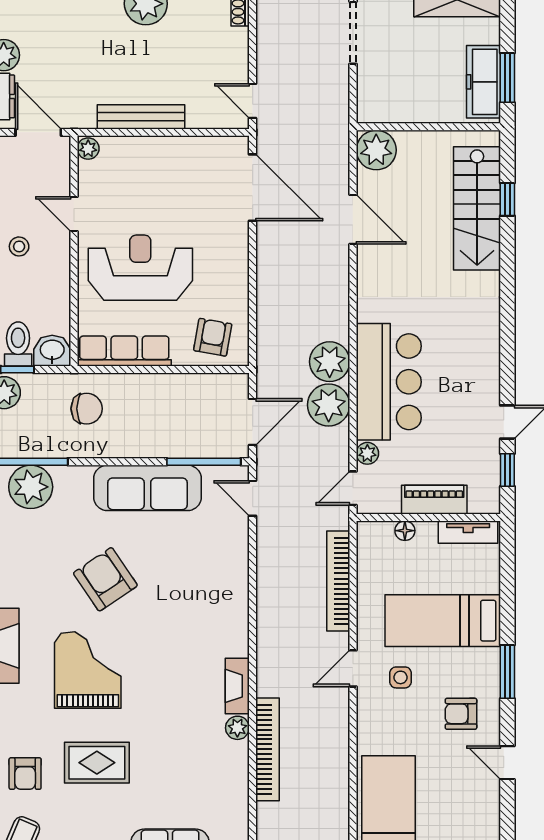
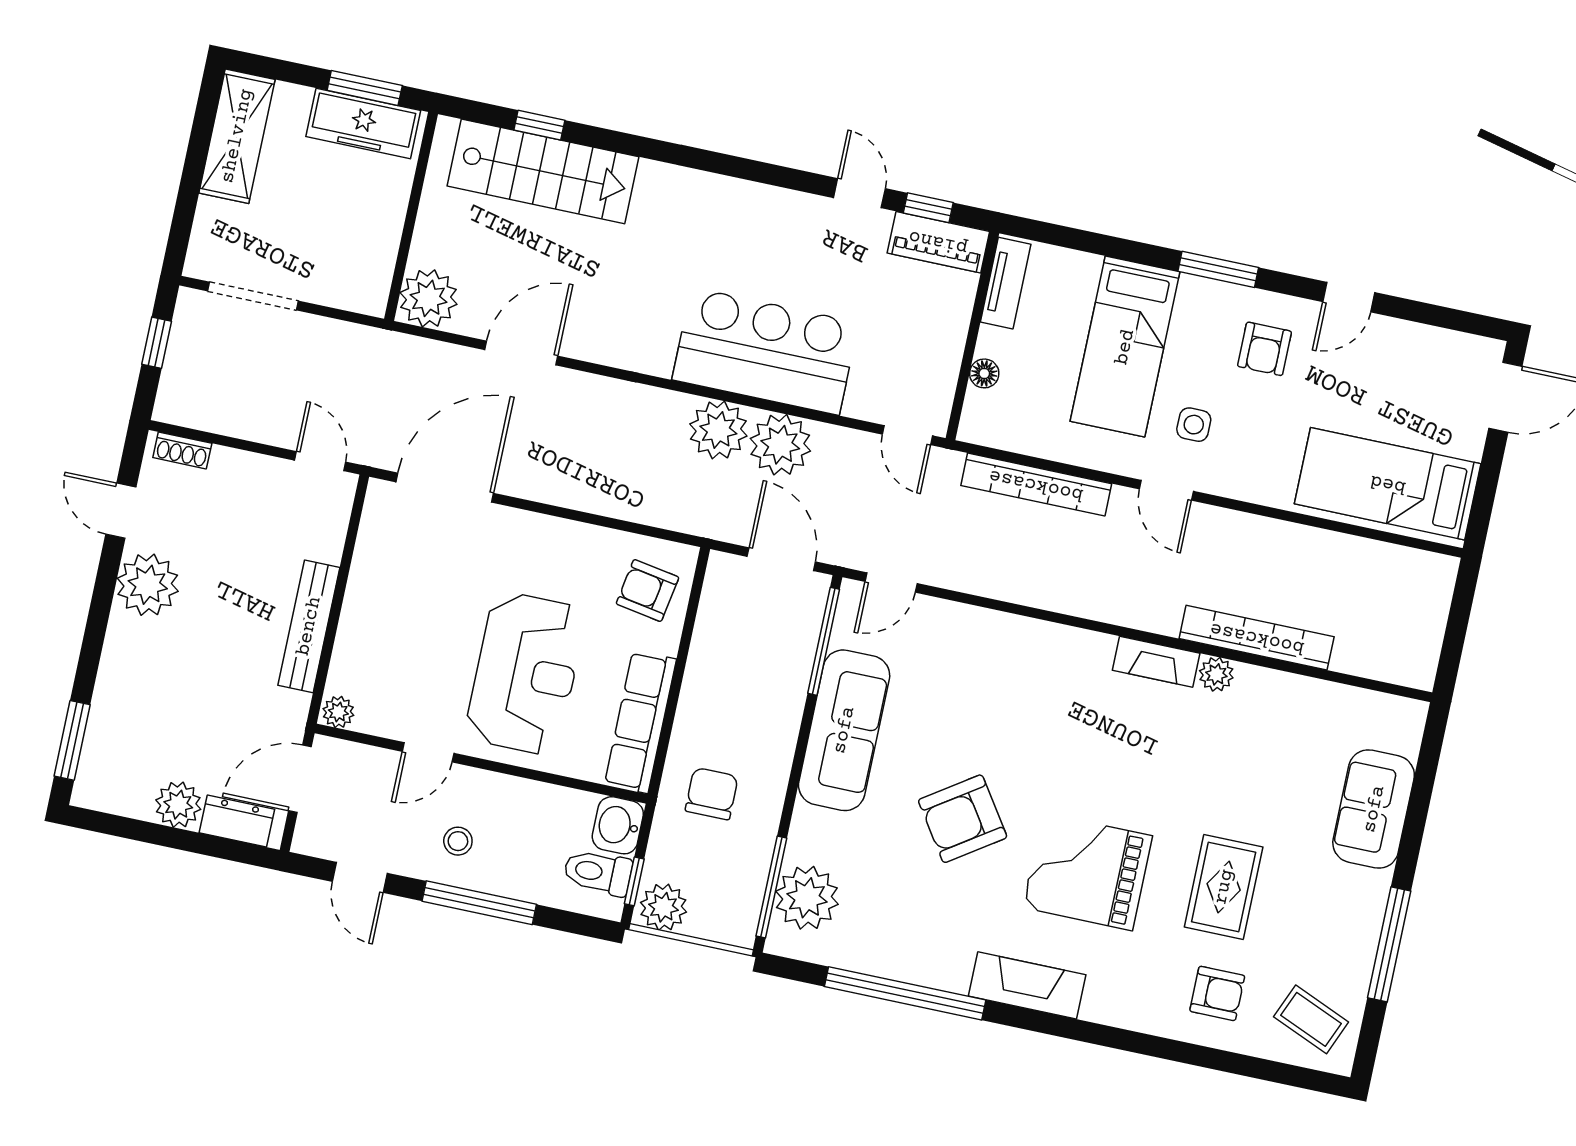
door: (253, 101) -> (320, 461), swing flipped
reception desk: (140, 268) -> (525, 673), turned 180
plant: (367, 453) -> (862, 404), removed
piano: (434, 500) -> (938, 242), moved, turned -90

